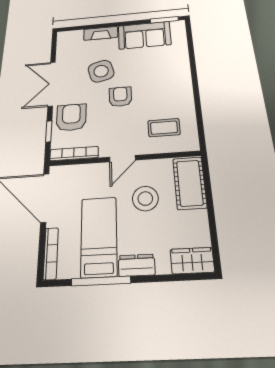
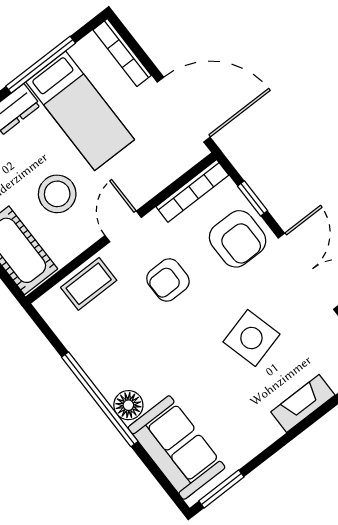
sofa: (144, 35) -> (176, 448), moved, turned 90
floor lamp: (183, 75) -> (128, 405), added
window: (195, 85) -> (100, 399), added
armchair: (120, 97) -> (168, 280), moved, turned 90
coffee table: (164, 128) -> (89, 284), moved

